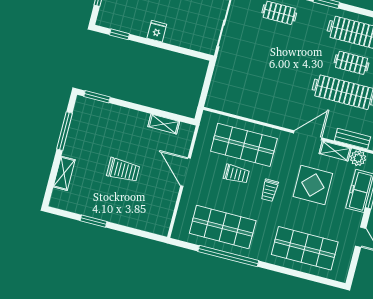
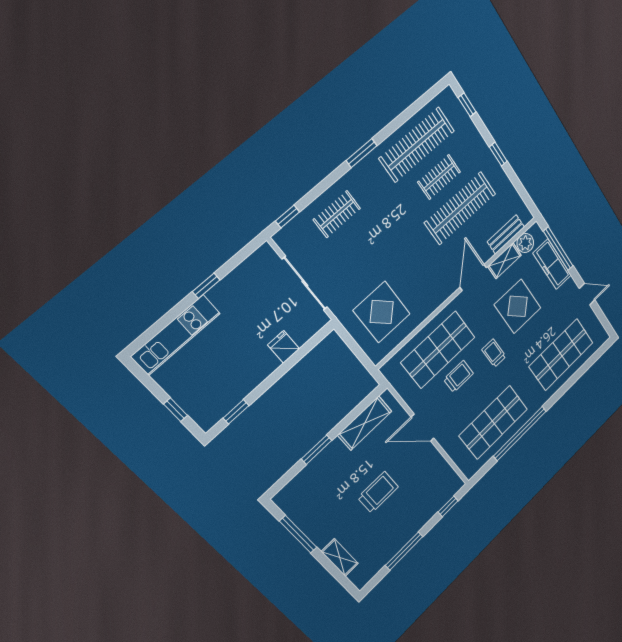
fridge: (157, 31) -> (284, 347), moved
display table: (241, 86) -> (382, 312), added
window: (97, 97) -> (317, 450), moved
shelving: (164, 124) -> (365, 423), width x1.50, depth x1.33
trolley: (270, 190) -> (494, 353), turned 180
window: (94, 221) -> (404, 551), width x1.44
window: (143, 234) -> (448, 506), added

